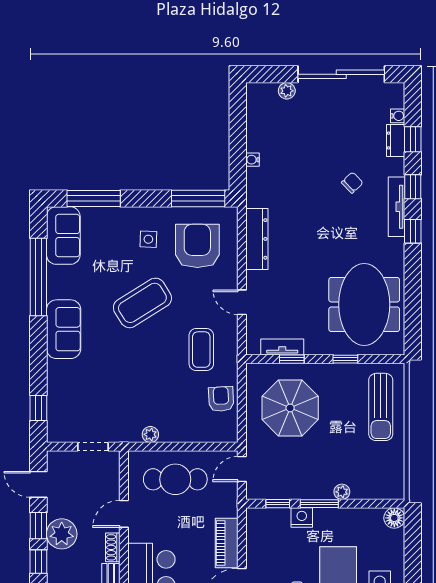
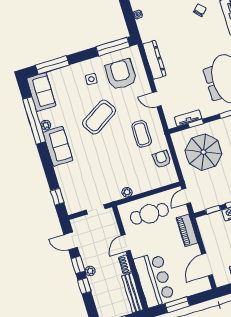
plant: (55, 290) -> (46, 125), added
plant: (62, 534) -> (90, 271), width x0.53, depth x0.53
piano: (227, 543) -> (187, 230), moved

